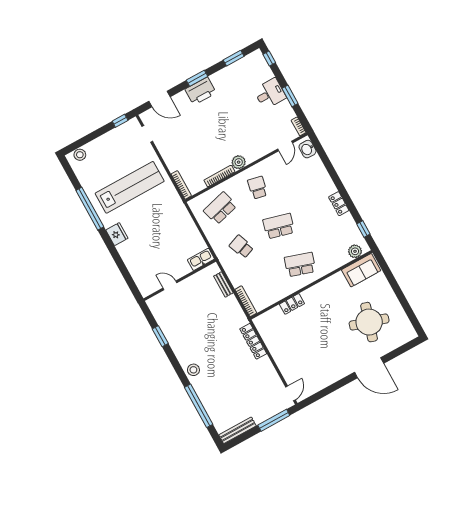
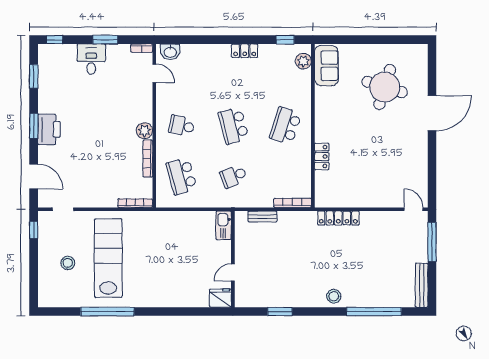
door: (160, 99) -> (34, 177), hinge flipped
stool: (80, 155) -> (68, 263), moved
school desk: (279, 226) -> (234, 126), turned -30
fridge: (117, 234) -> (220, 298), moved

